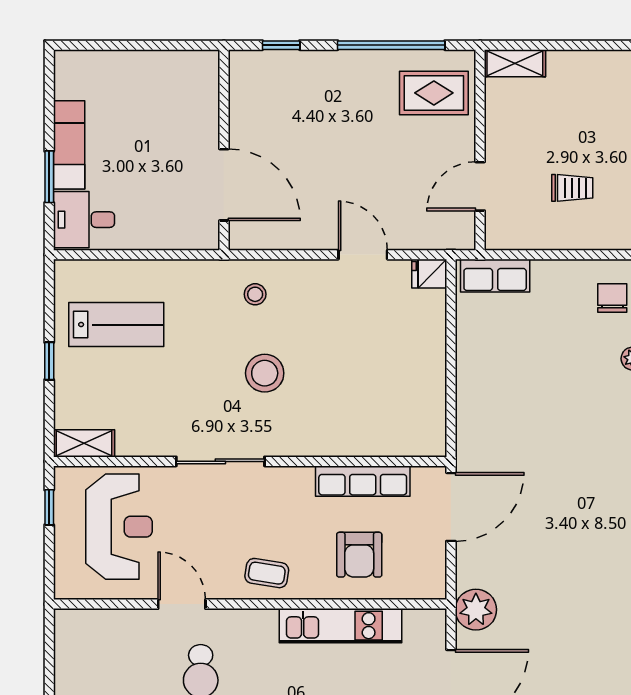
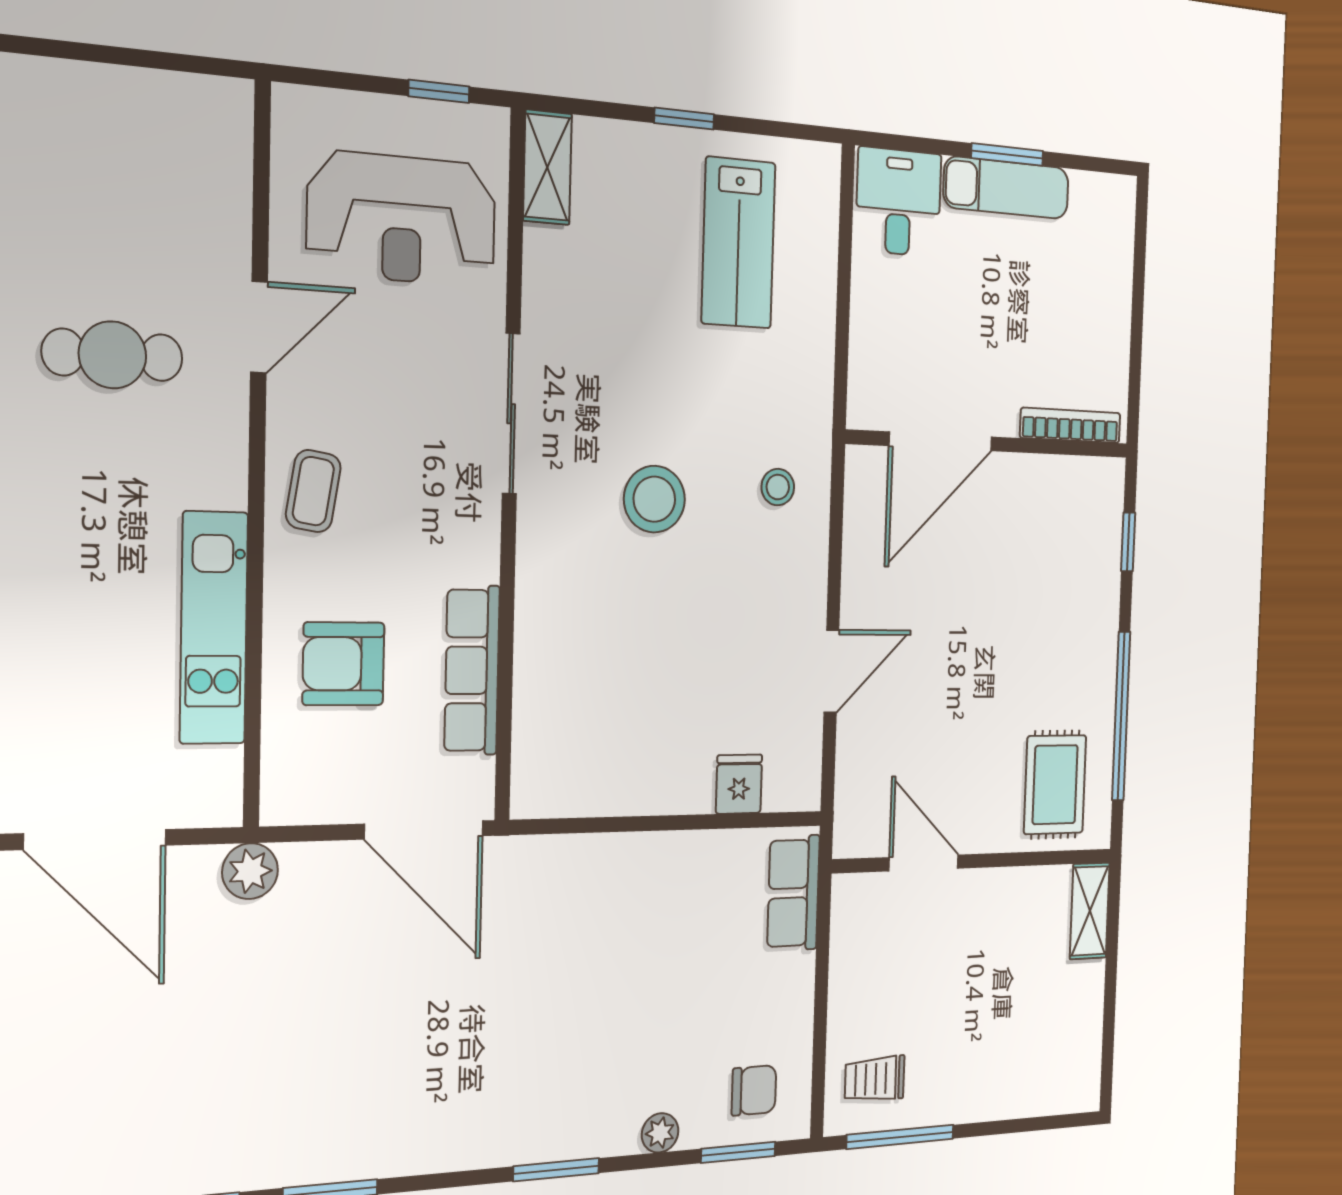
bookcase: (210, 92) -> (1070, 425), added
window: (49, 177) -> (1007, 154), moved
trolley: (572, 188) -> (875, 1079), moved, turned 90
fridge: (429, 274) -> (739, 784), moved
plant: (476, 610) -> (250, 871), width x0.73, depth x0.73

